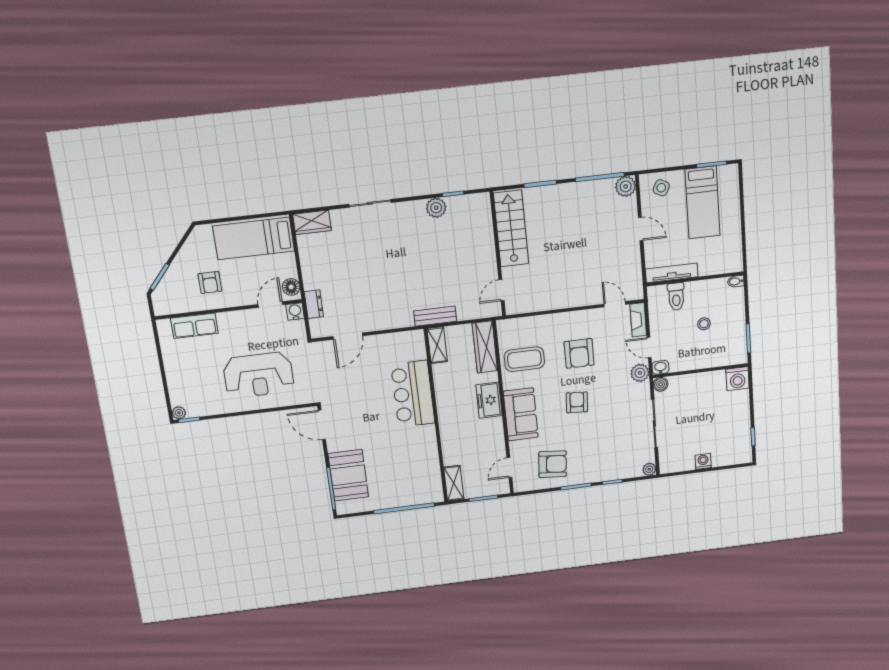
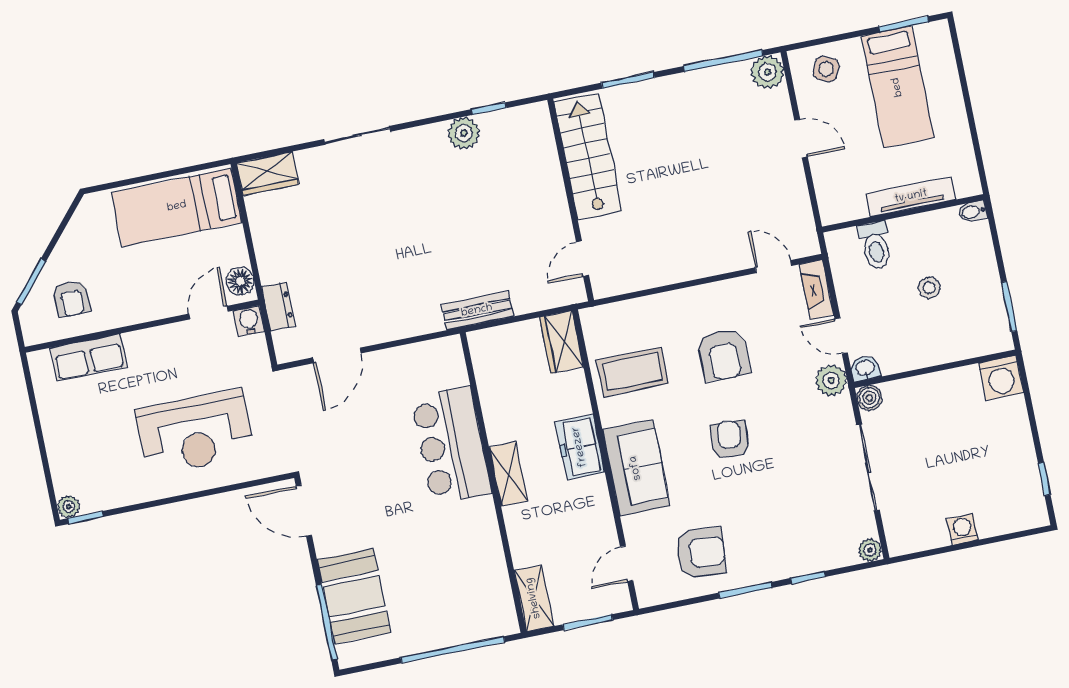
tv unit: (672, 273) -> (911, 197), moved
armchair: (210, 283) -> (72, 299), moved
shelving: (437, 345) -> (508, 474), moved
wardrobe: (485, 347) -> (562, 342), width x0.67

